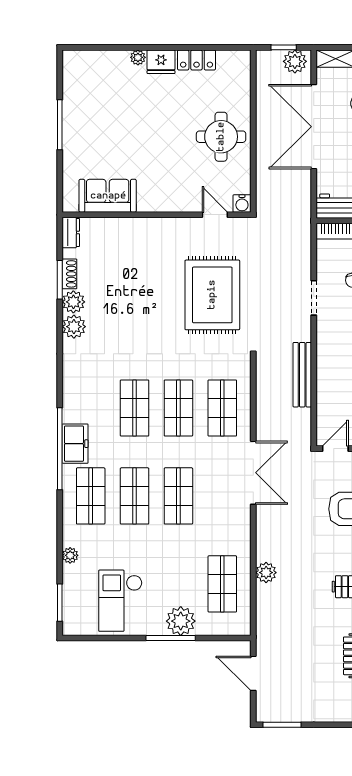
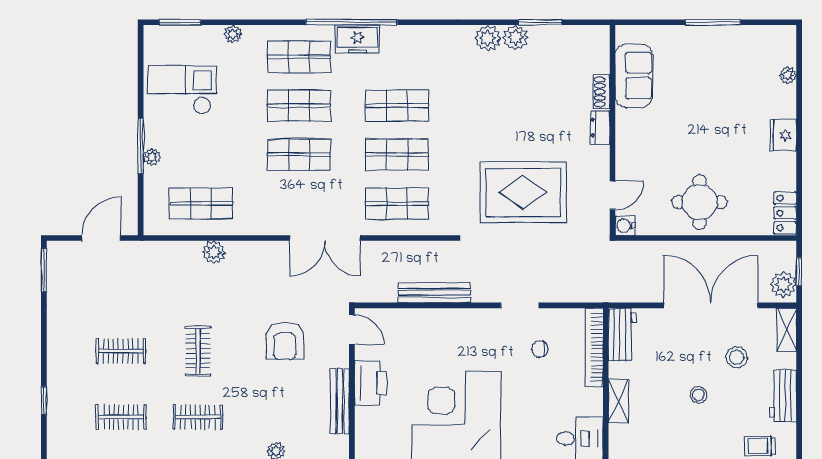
plant: (138, 57) -> (788, 75), moved
locker: (197, 60) -> (785, 213), moved
dresser: (71, 232) -> (600, 127), moved, turned 90
shoe rack: (69, 274) -> (602, 92), moved, turned 90
plant: (181, 621) -> (152, 157), width x0.53, depth x0.53

